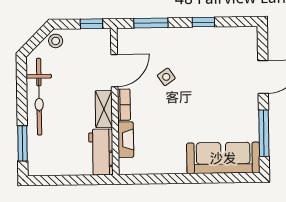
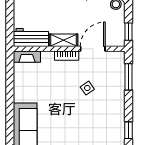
window: (203, 22) -> (128, 130), moved
door: (114, 71) -> (93, 49), swing flipped
fireplace: (126, 140) -> (27, 57), moved

